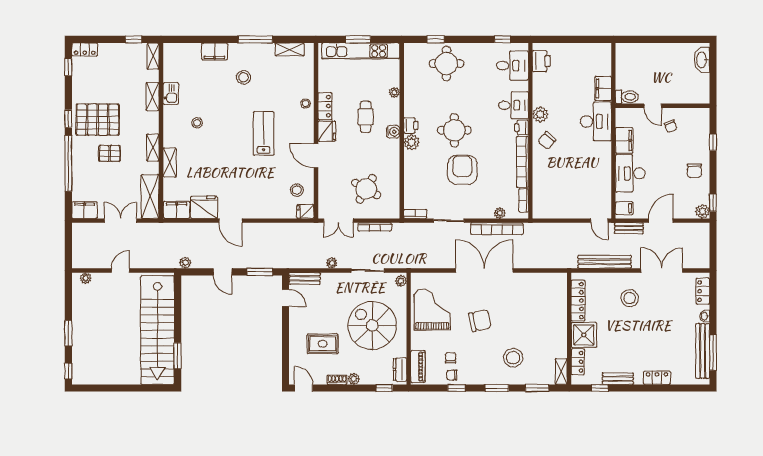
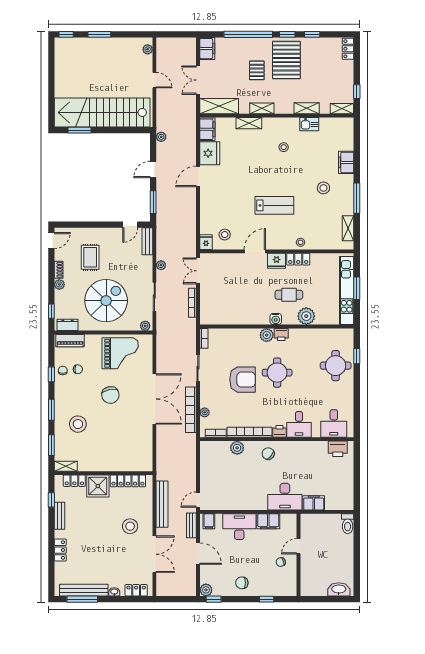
window: (503, 39) -> (357, 415), removed
window: (68, 67) -> (312, 34), moved
plant: (394, 92) -> (306, 316), width x1.88, depth x1.88
toilet: (627, 97) -> (348, 524), moved
plant: (540, 114) -> (237, 448), moved
round table: (366, 189) -> (226, 295), removed
double door: (121, 221) -> (198, 80), swing flipped

